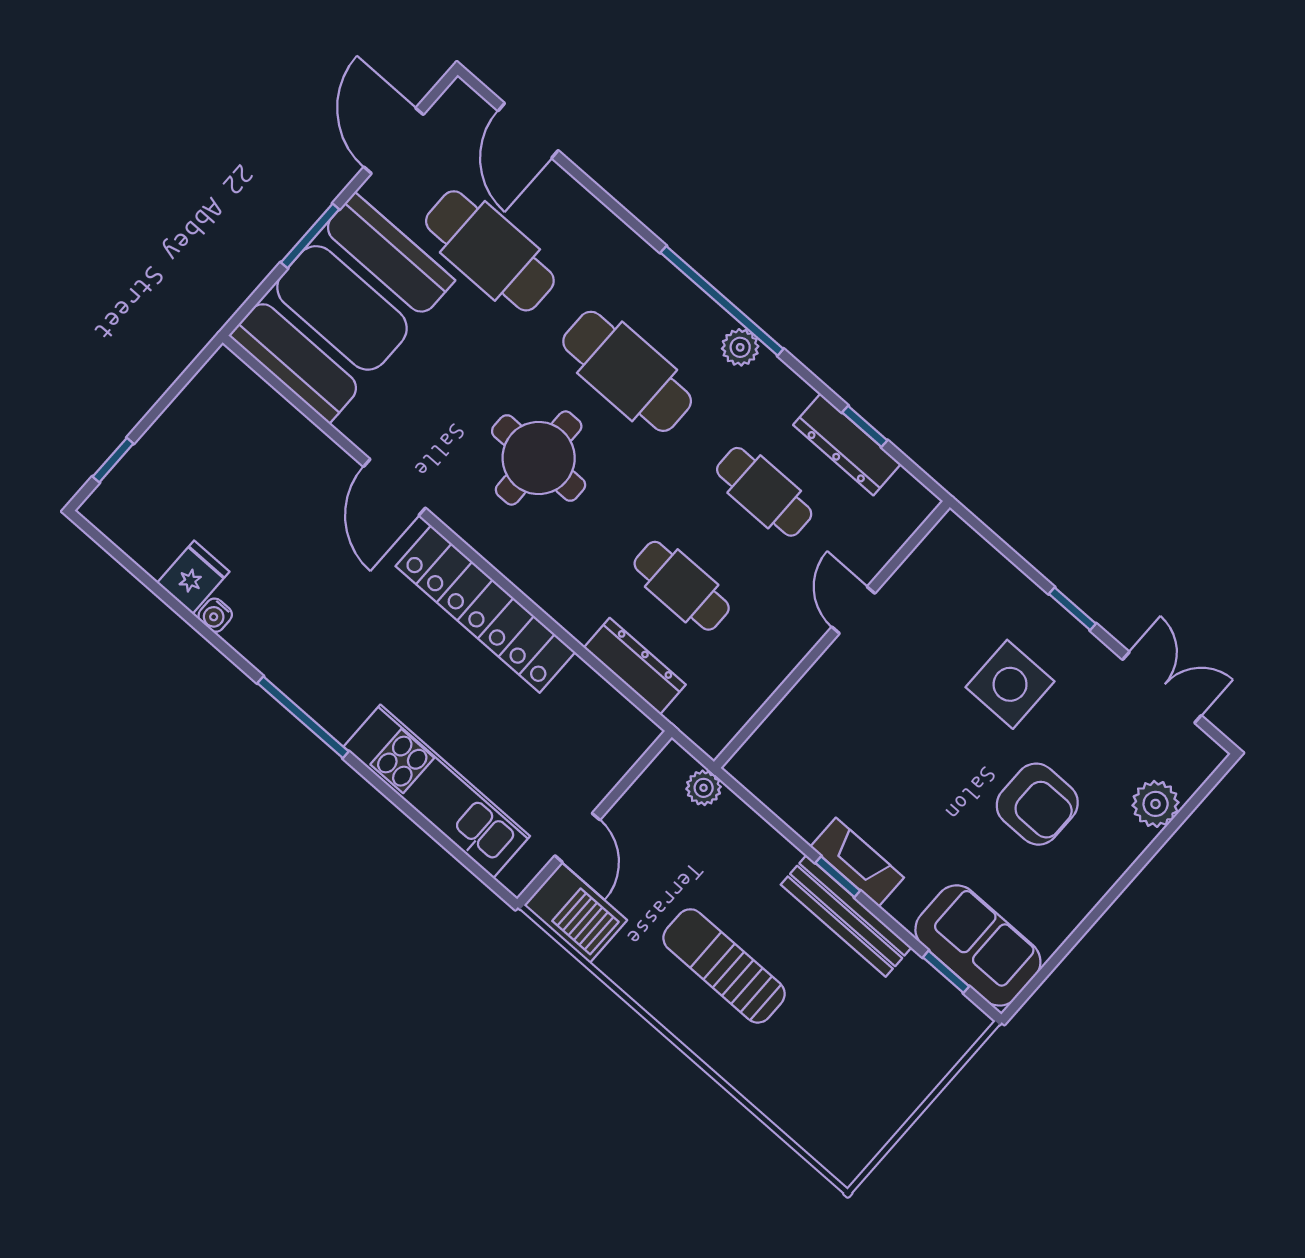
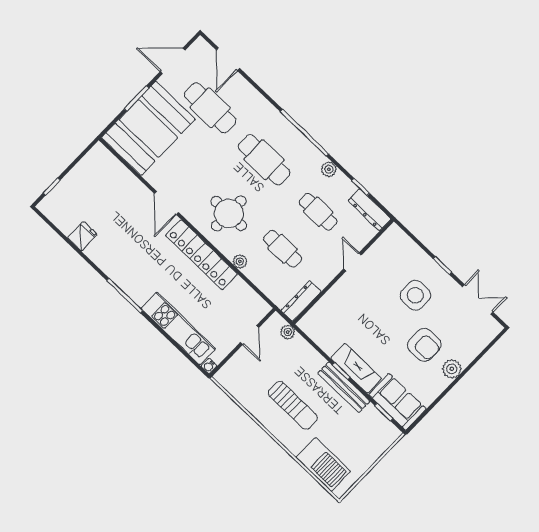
door: (394, 141) -> (173, 61), hinge flipped
plant: (740, 347) -> (329, 169), moved
dresser: (847, 444) -> (370, 210), moved
round table: (539, 458) -> (229, 213), moved
water cooler: (215, 615) -> (209, 366), moved
plant: (579, 621) -> (240, 261), added
dresser: (635, 666) -> (301, 301), moved, turned -90
plant: (1156, 804) -> (452, 369), moved
door: (577, 838) -> (250, 335), moved
fireplace: (857, 862) -> (356, 368), width x1.37, depth x1.32
barbecue: (576, 913) -> (323, 464), moved, width x1.37, depth x1.21
sun lounger: (724, 966) -> (293, 405), turned 180

